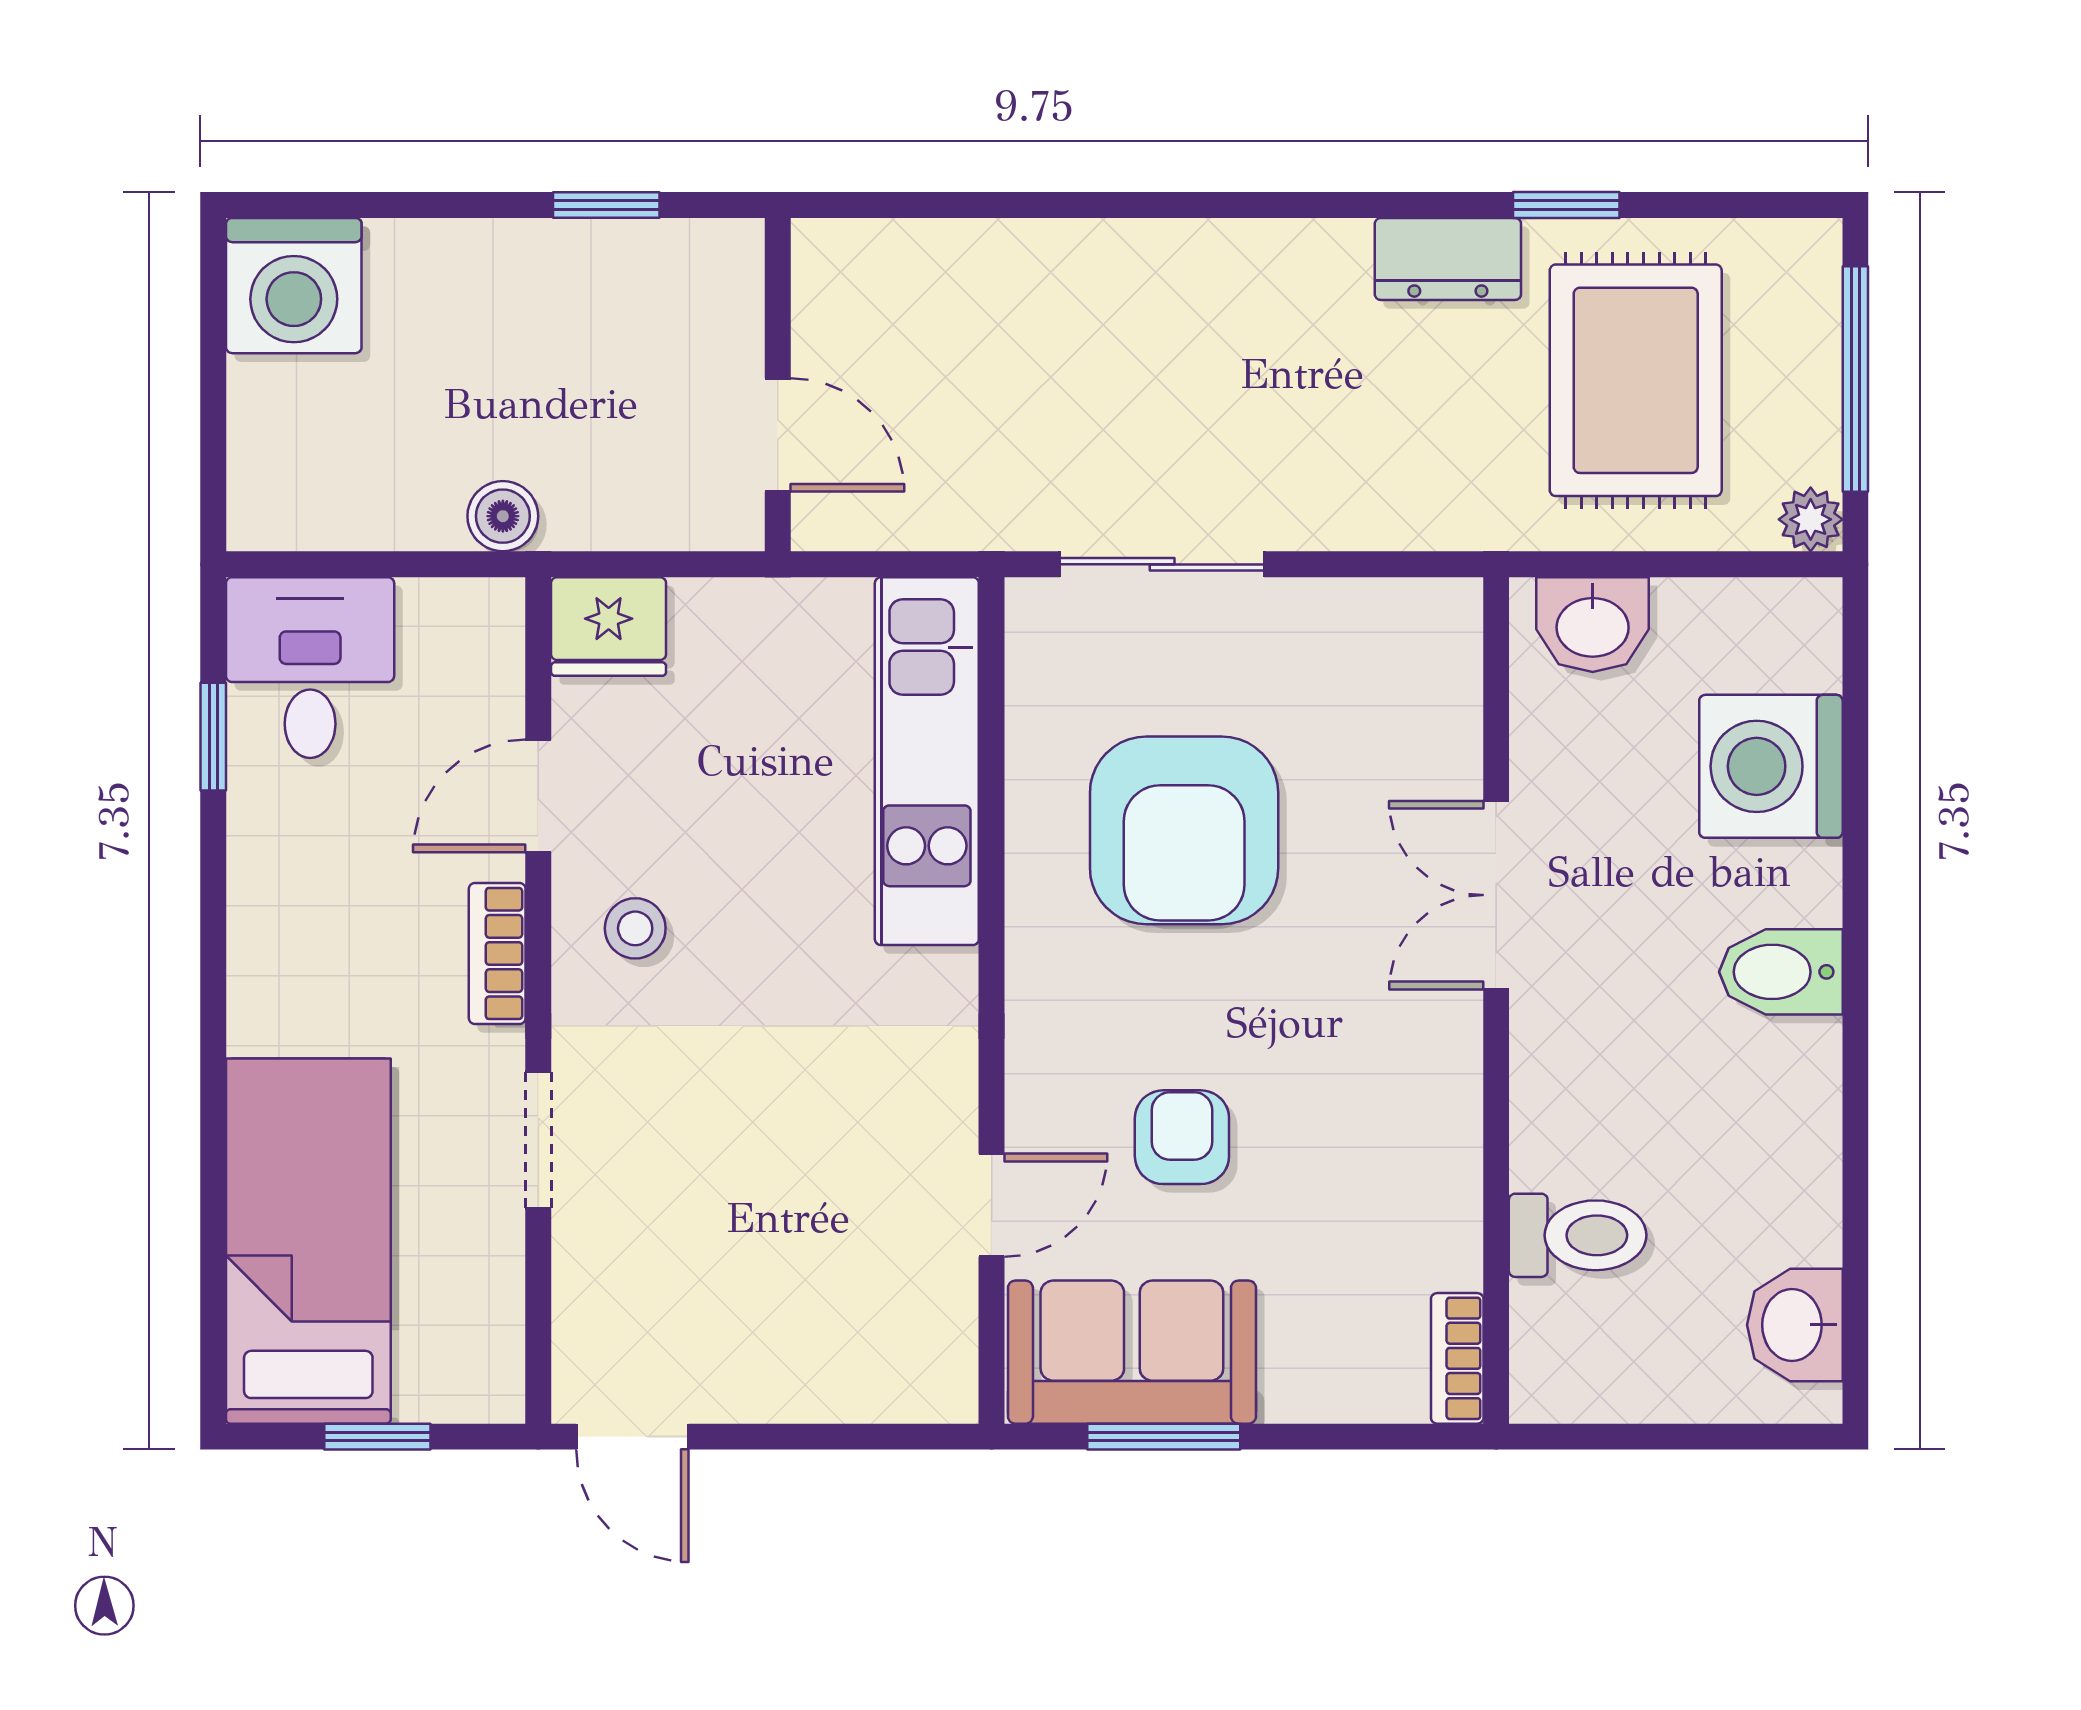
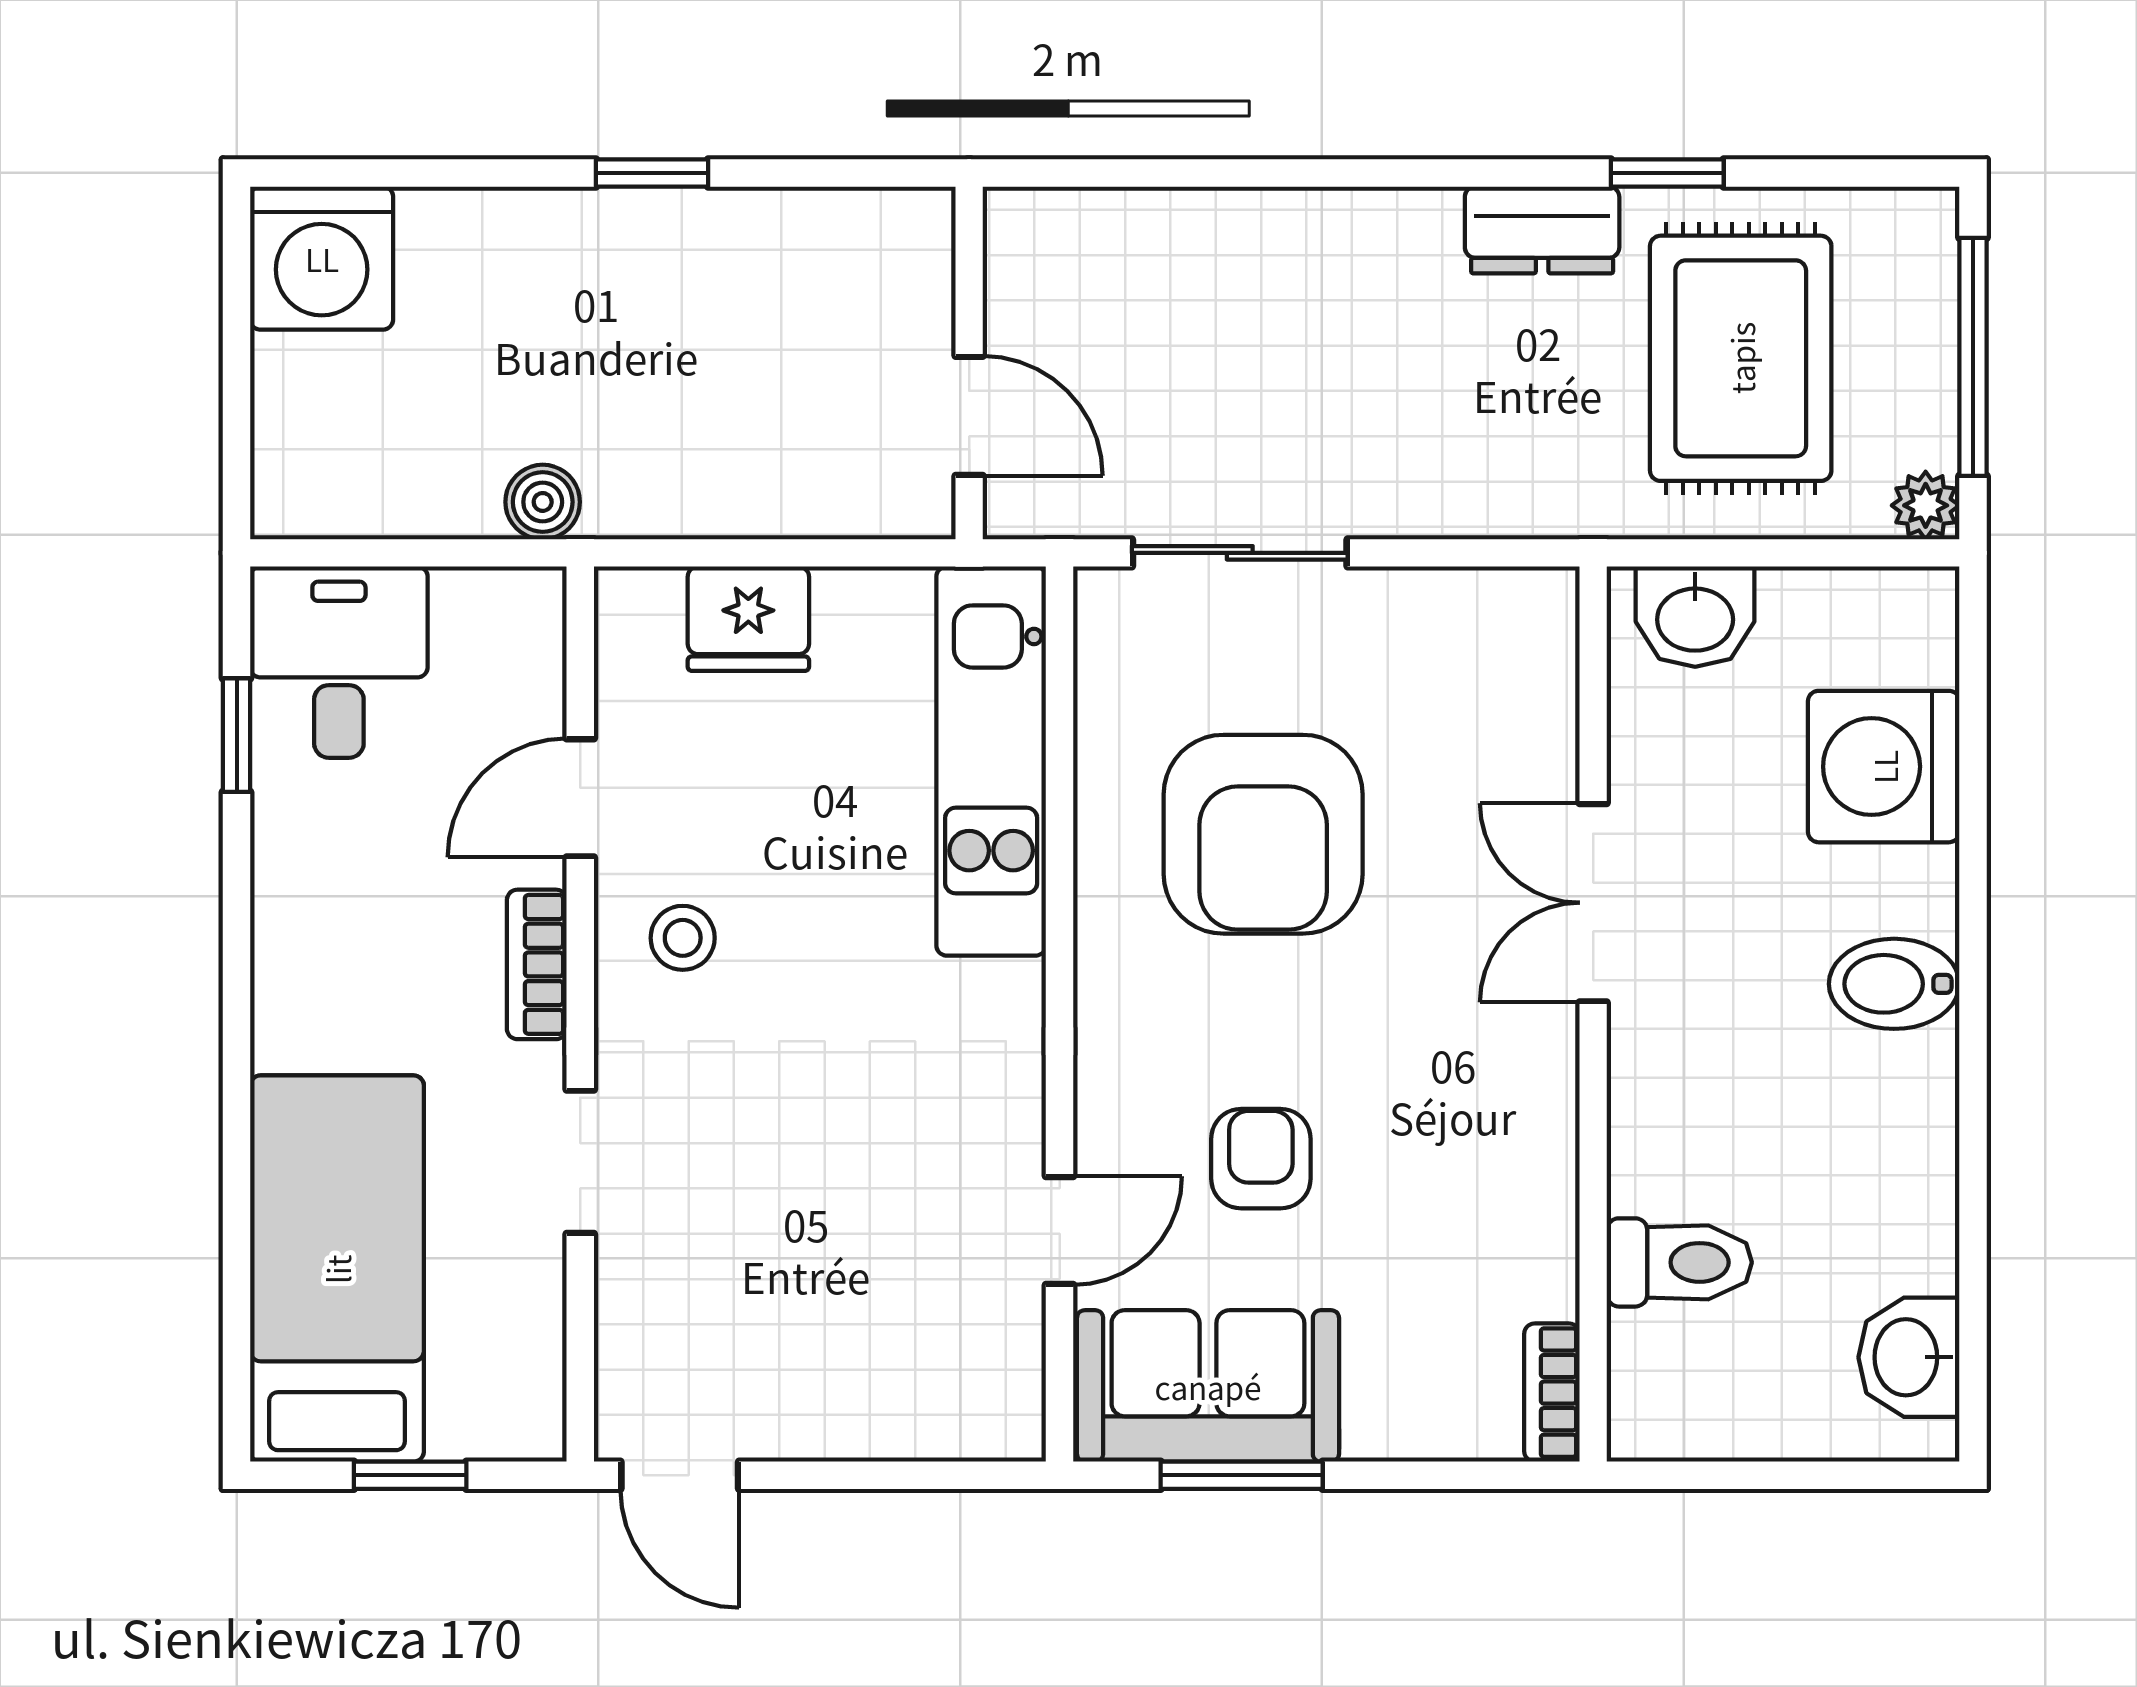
wall: (778, 385) -> (969, 363), moved
door: (778, 435) -> (969, 416), moved
fridge: (609, 627) -> (748, 619), moved

